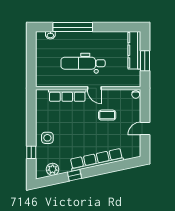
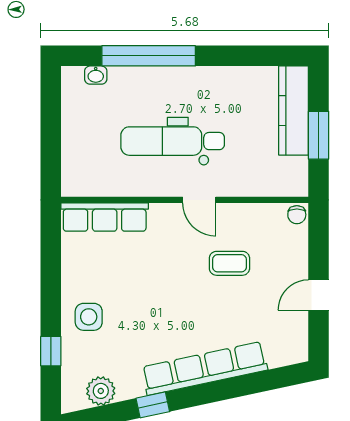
row of seats: (67, 95) -> (105, 217), moved

